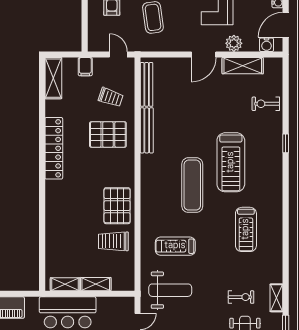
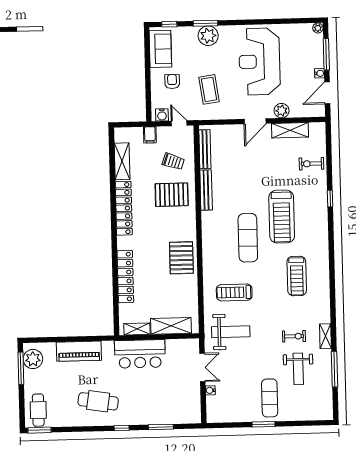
water cooler: (267, 45) -> (162, 115), moved
shelving: (53, 78) -> (122, 161), moved
locker: (54, 225) -> (125, 277), added
trolley: (113, 241) -> (179, 290), removed
shelving: (96, 284) -> (171, 326), width x1.50, depth x1.33

